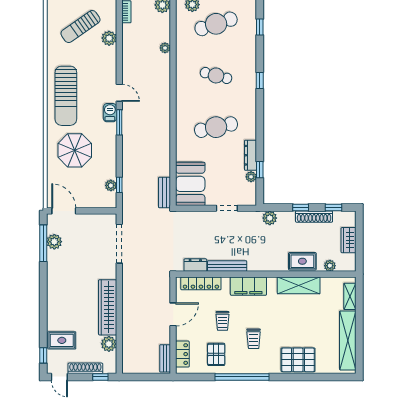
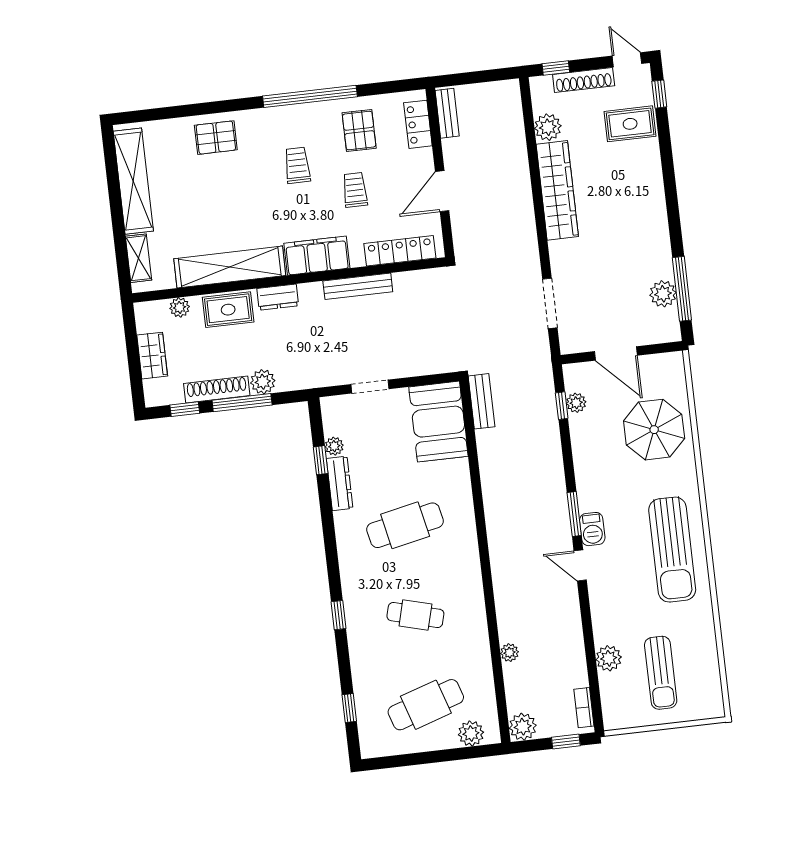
sun lounger: (81, 27) -> (661, 673), turned 125
sun lounger: (66, 96) -> (672, 550), turned 180
parasol: (75, 150) -> (654, 430), moved
window: (301, 208) -> (242, 403), width x2.17
door: (64, 211) -> (616, 353), moved
plant: (270, 218) -> (263, 382), moved
doorway: (119, 244) -> (550, 303), width x0.73
dresser: (195, 265) -> (278, 297), moved
shelving: (299, 285) -> (230, 267), width x1.47
pallet: (298, 360) -> (216, 138), width x0.67, depth x0.71

